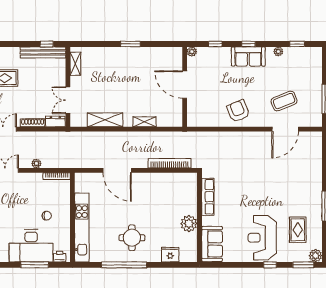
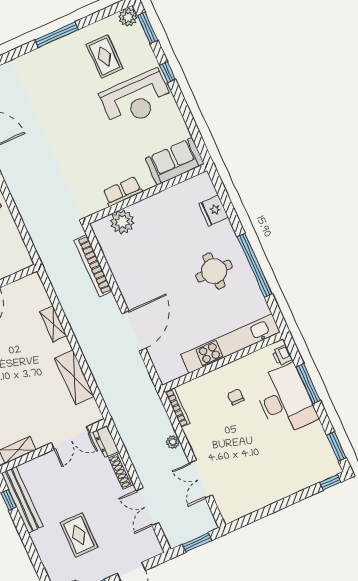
row of seats: (208, 197) -> (122, 192), width x0.68
plant: (189, 224) -> (122, 222), moved
rug: (298, 230) -> (104, 56), turned 90

